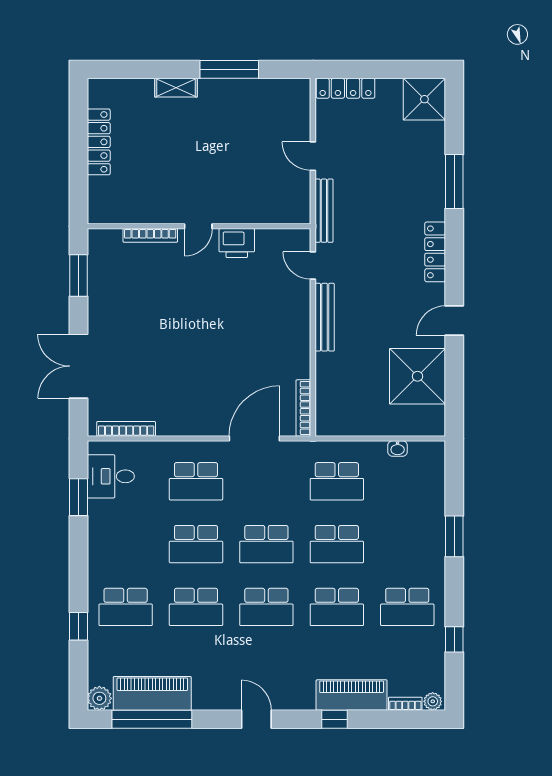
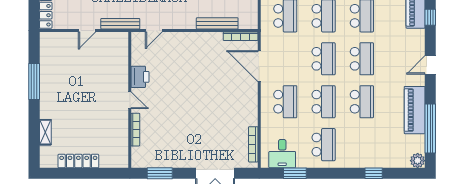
shelving: (176, 88) -> (45, 132), moved
bench: (325, 317) -> (217, 23), moved
school desk: (126, 607) -> (324, 145), moved
piano: (152, 693) -> (415, 110), moved

